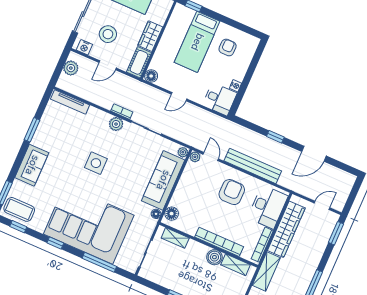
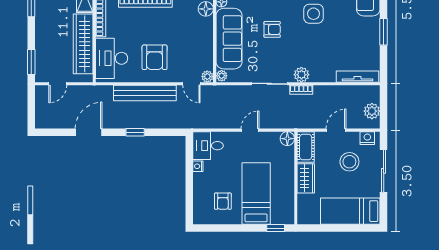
side table: (96, 163) -> (314, 14), moved
armchair: (124, 172) -> (272, 29), added

